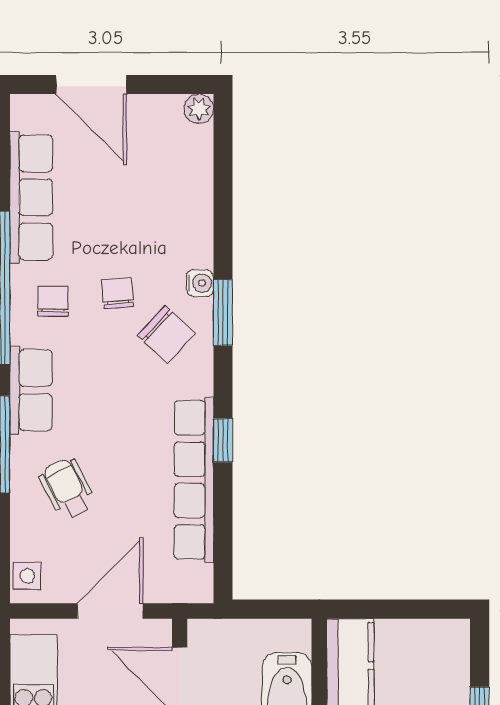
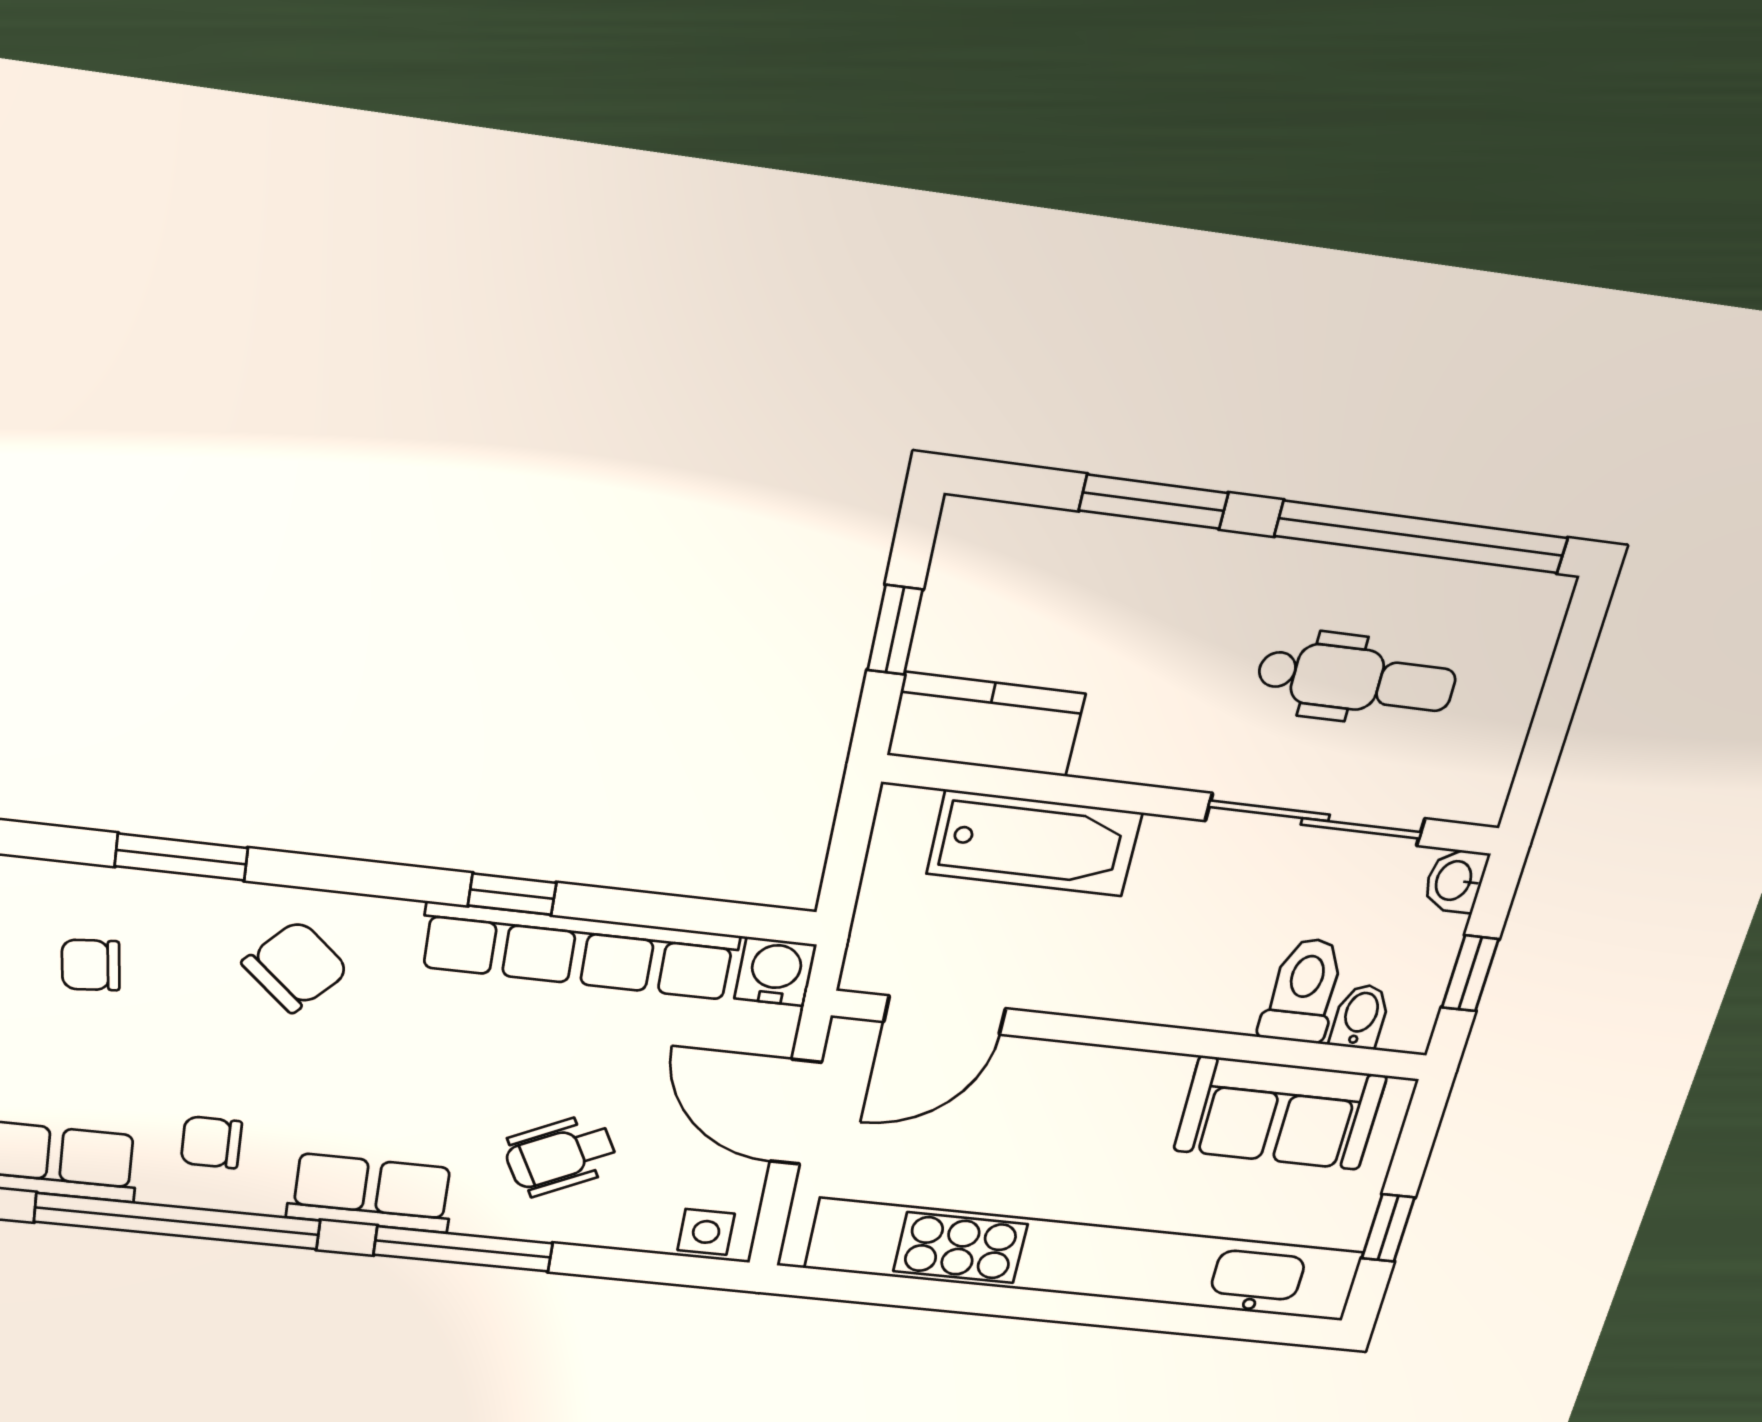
water cooler: (200, 283) -> (775, 972), moved, width x1.38, depth x1.38
chair: (118, 293) -> (91, 965), moved
window: (223, 313) -> (181, 857), moved
window: (395, 609) -> (895, 630), added

